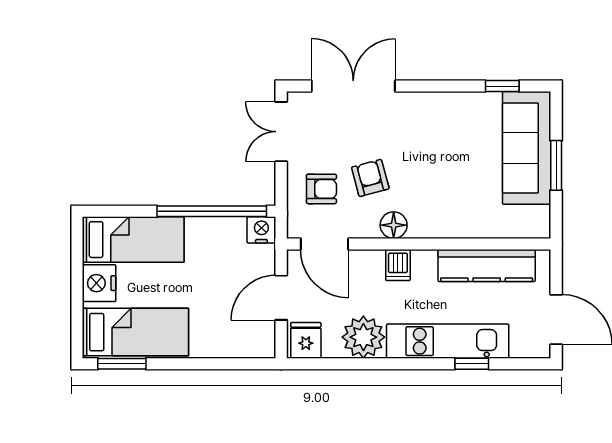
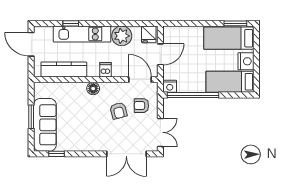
floor lamp: (394, 225) -> (93, 89), moved

